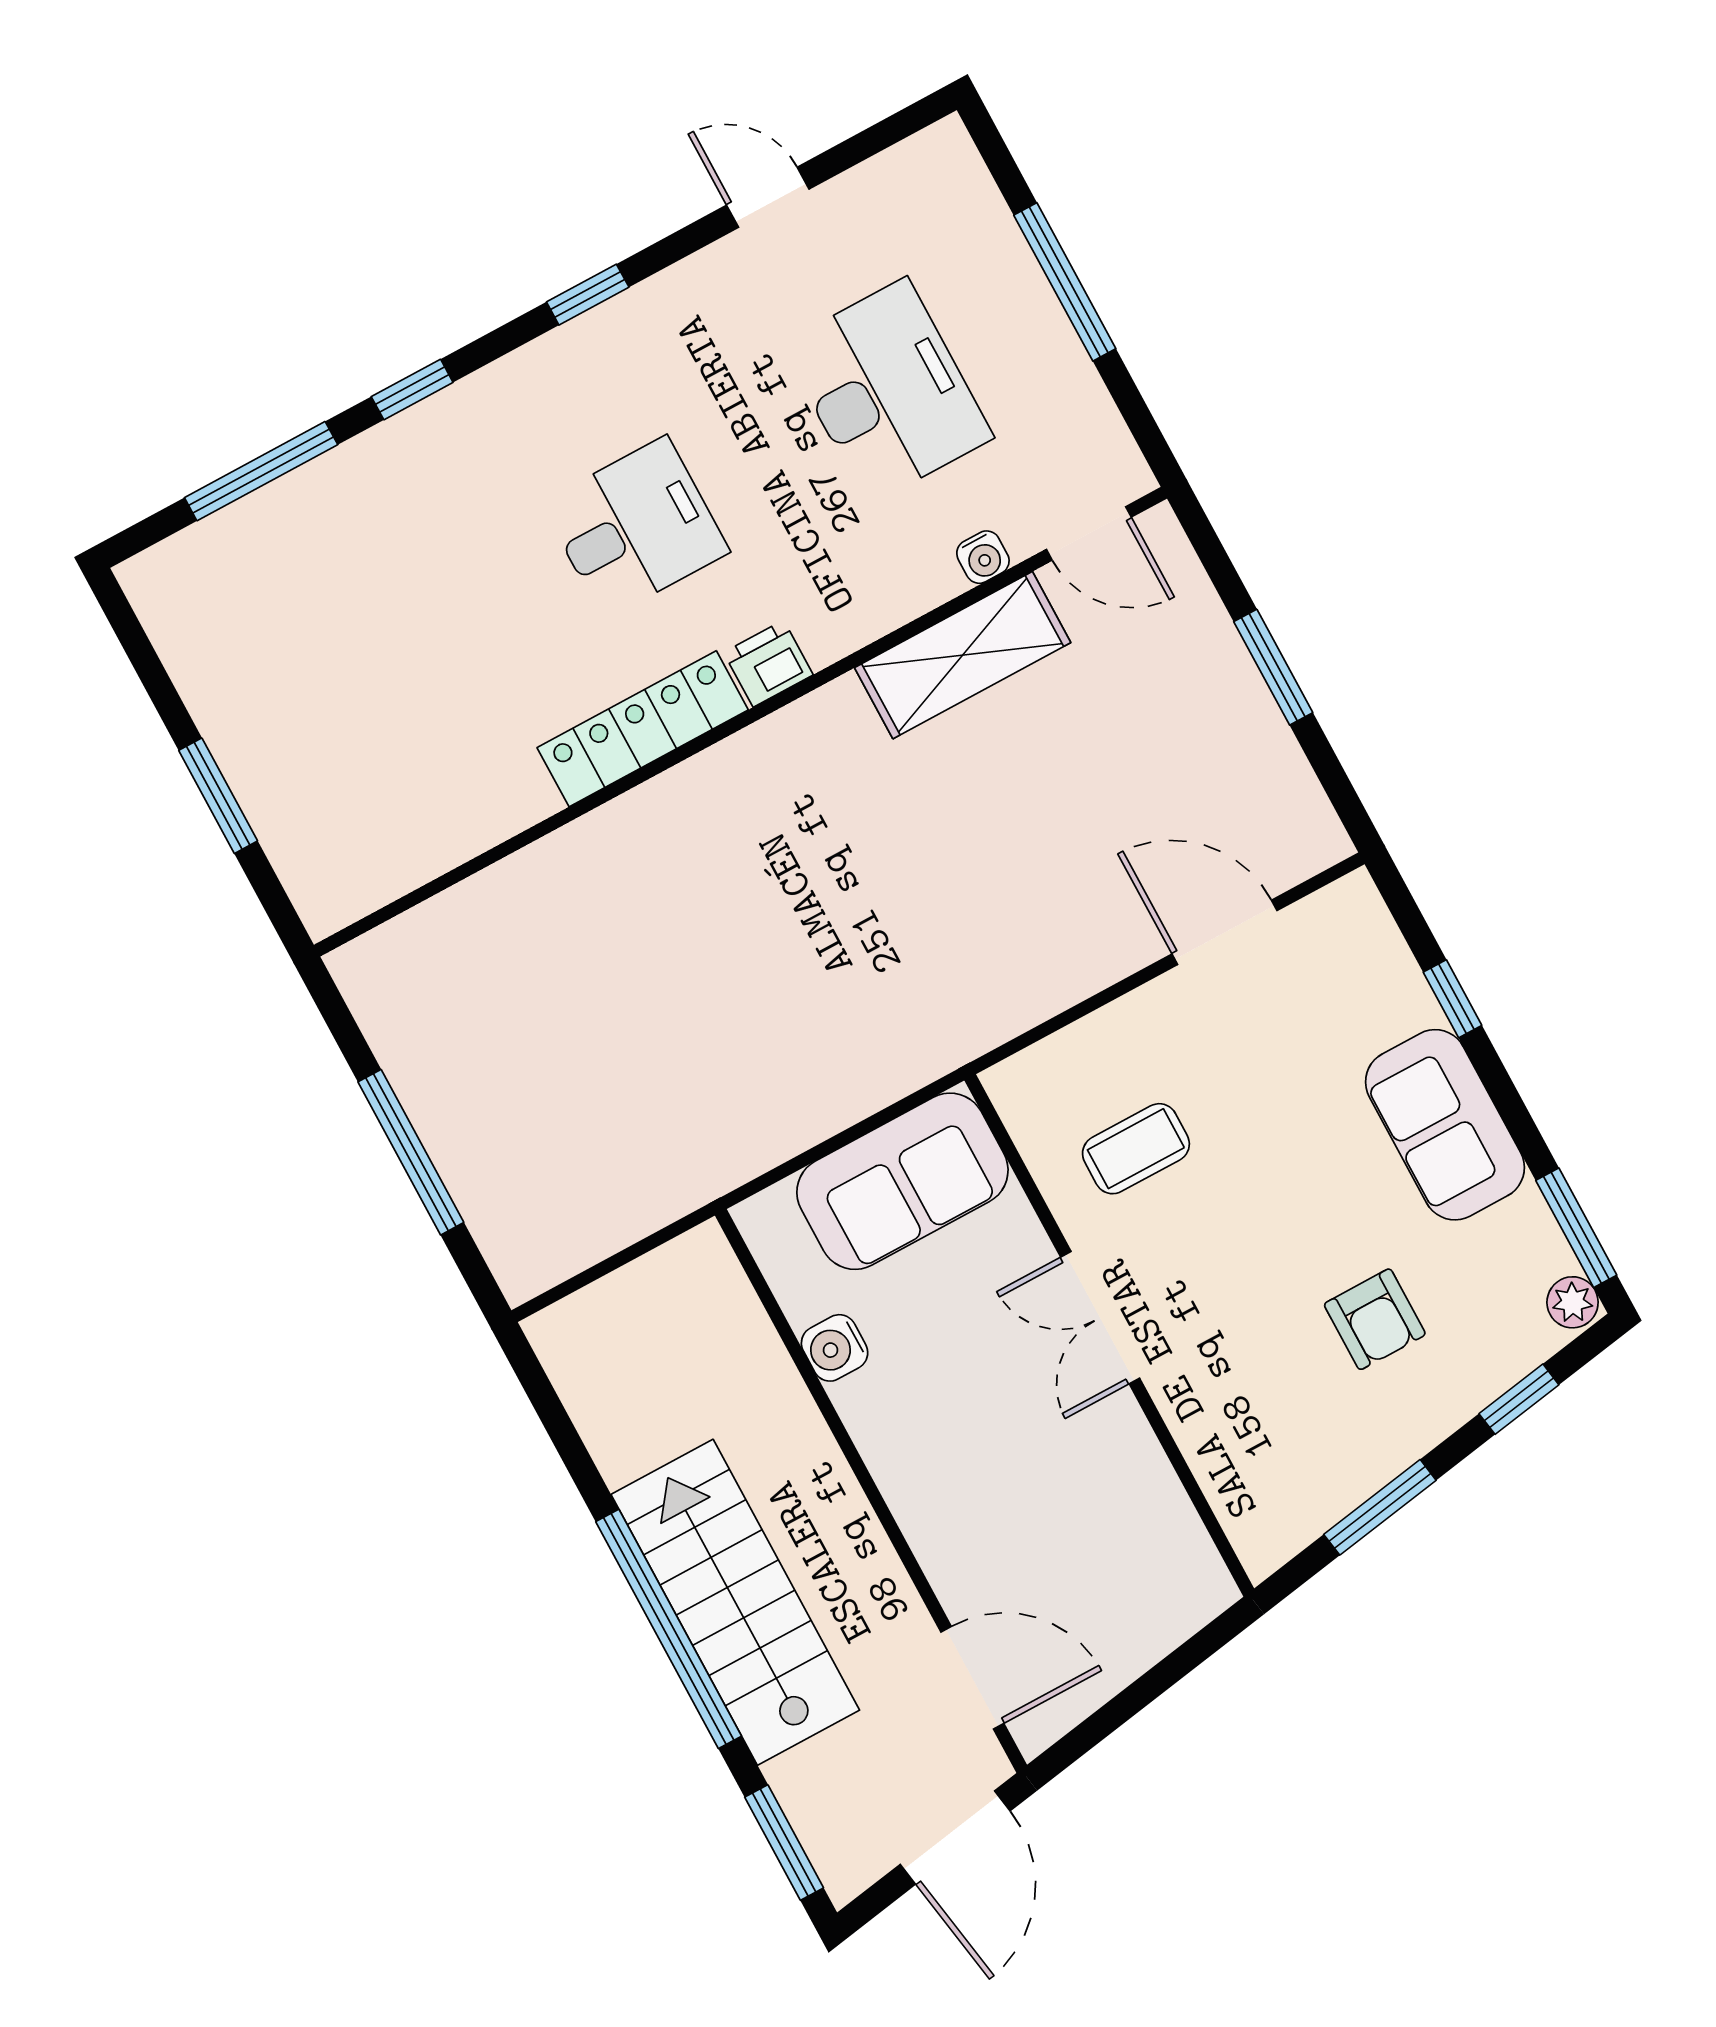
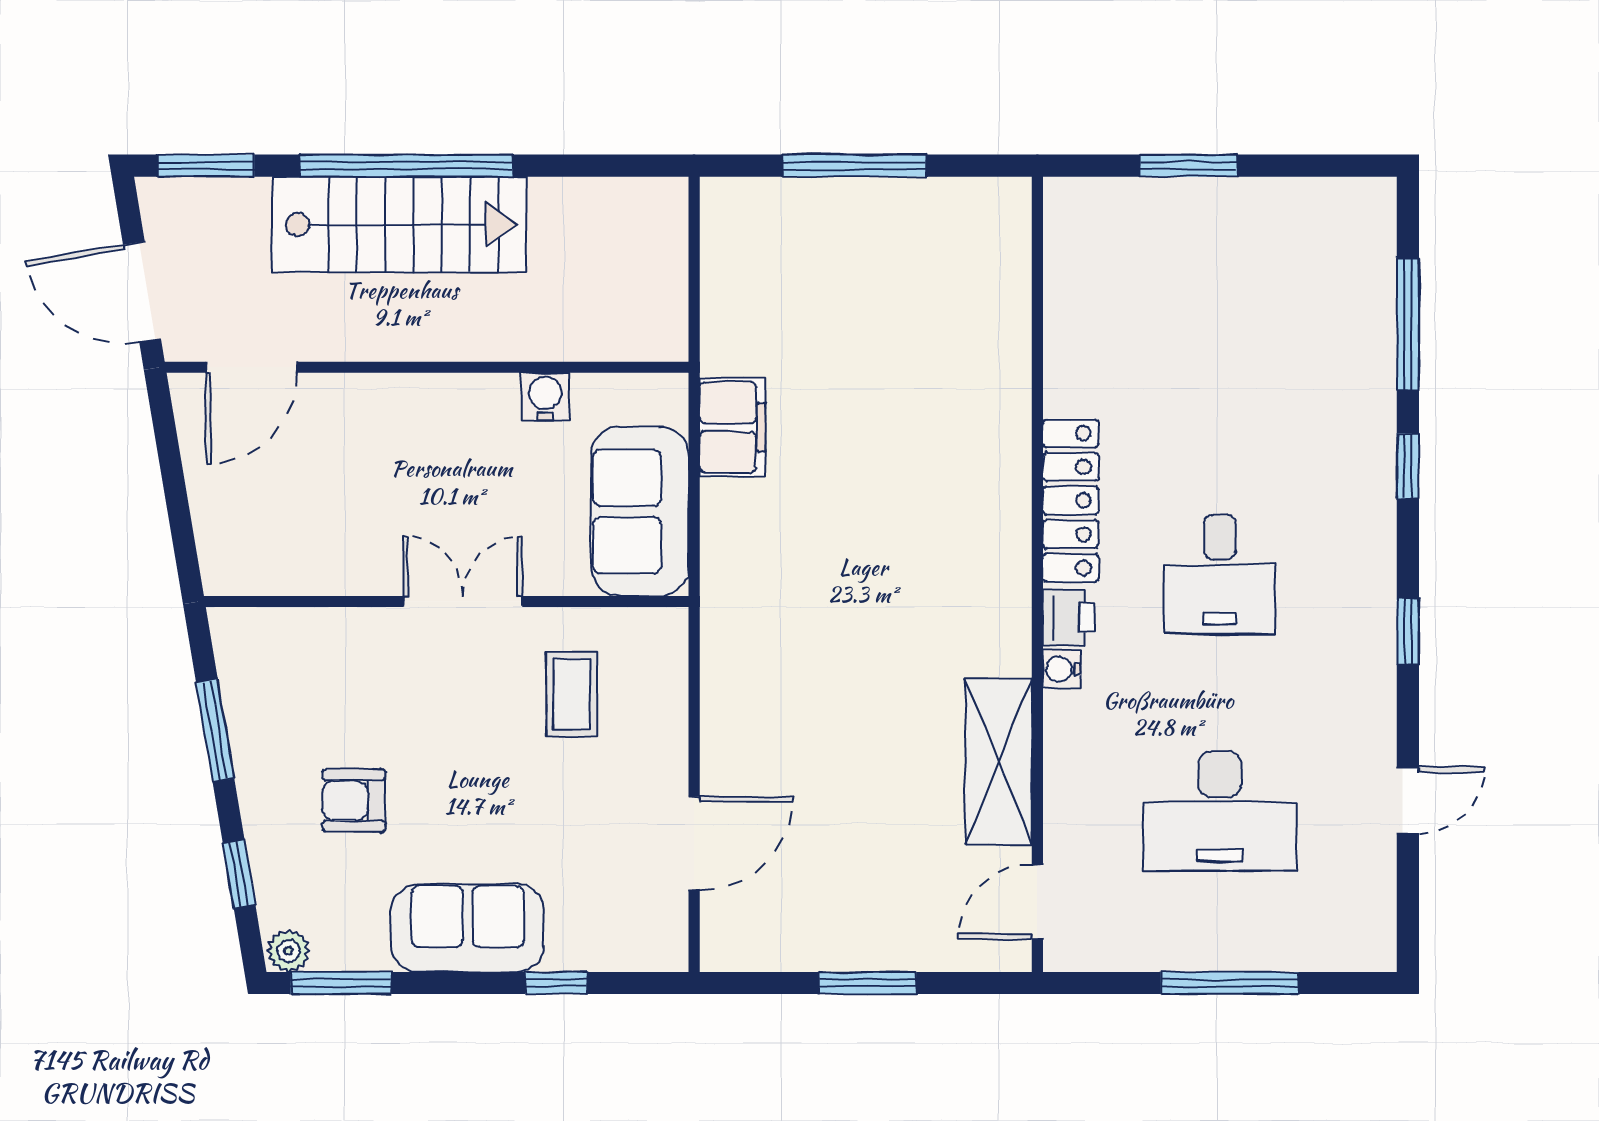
water cooler: (983, 557) -> (1062, 669), moved
filing cabinet: (759, 1131) -> (732, 427), added

